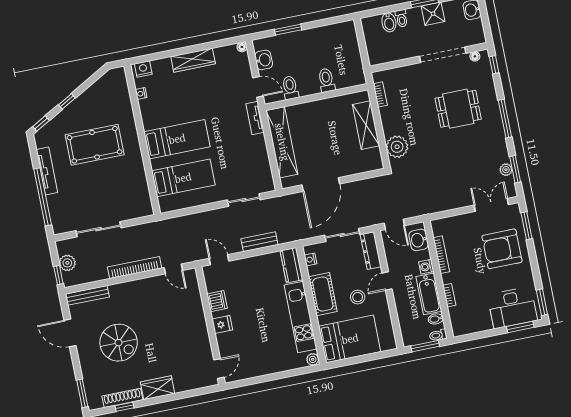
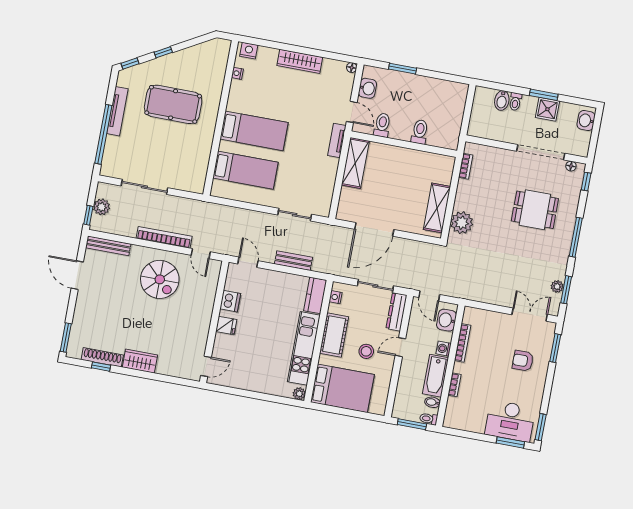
shelving: (366, 125) -> (437, 208), moved
shelving: (282, 142) -> (355, 163), width x0.68
armchair: (502, 249) -> (523, 361), width x0.53, depth x0.53
spiral stairs: (119, 343) -> (160, 279), moved

